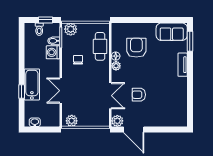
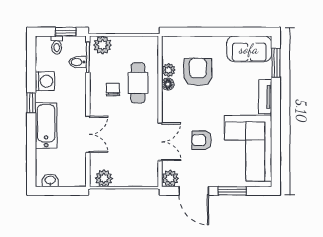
cafe table: (100, 46) -> (138, 83), moved
washing machine: (53, 52) -> (45, 81), moved, turned 180
plant: (116, 66) -> (168, 70), moved
window: (22, 91) -> (31, 103), moved
double door: (61, 91) -> (88, 134), swing flipped
corner sofa: (171, 100) -> (248, 148), added
window: (160, 130) -> (232, 191), added

